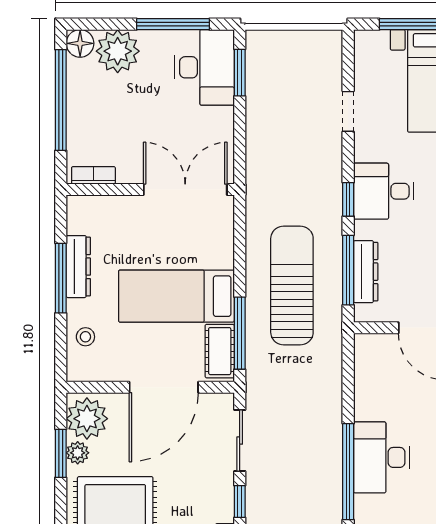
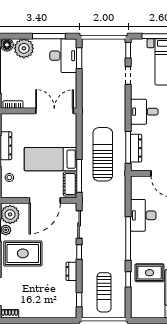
window: (348, 199) -> (128, 50), moved
desk: (381, 457) -> (143, 215), moved

